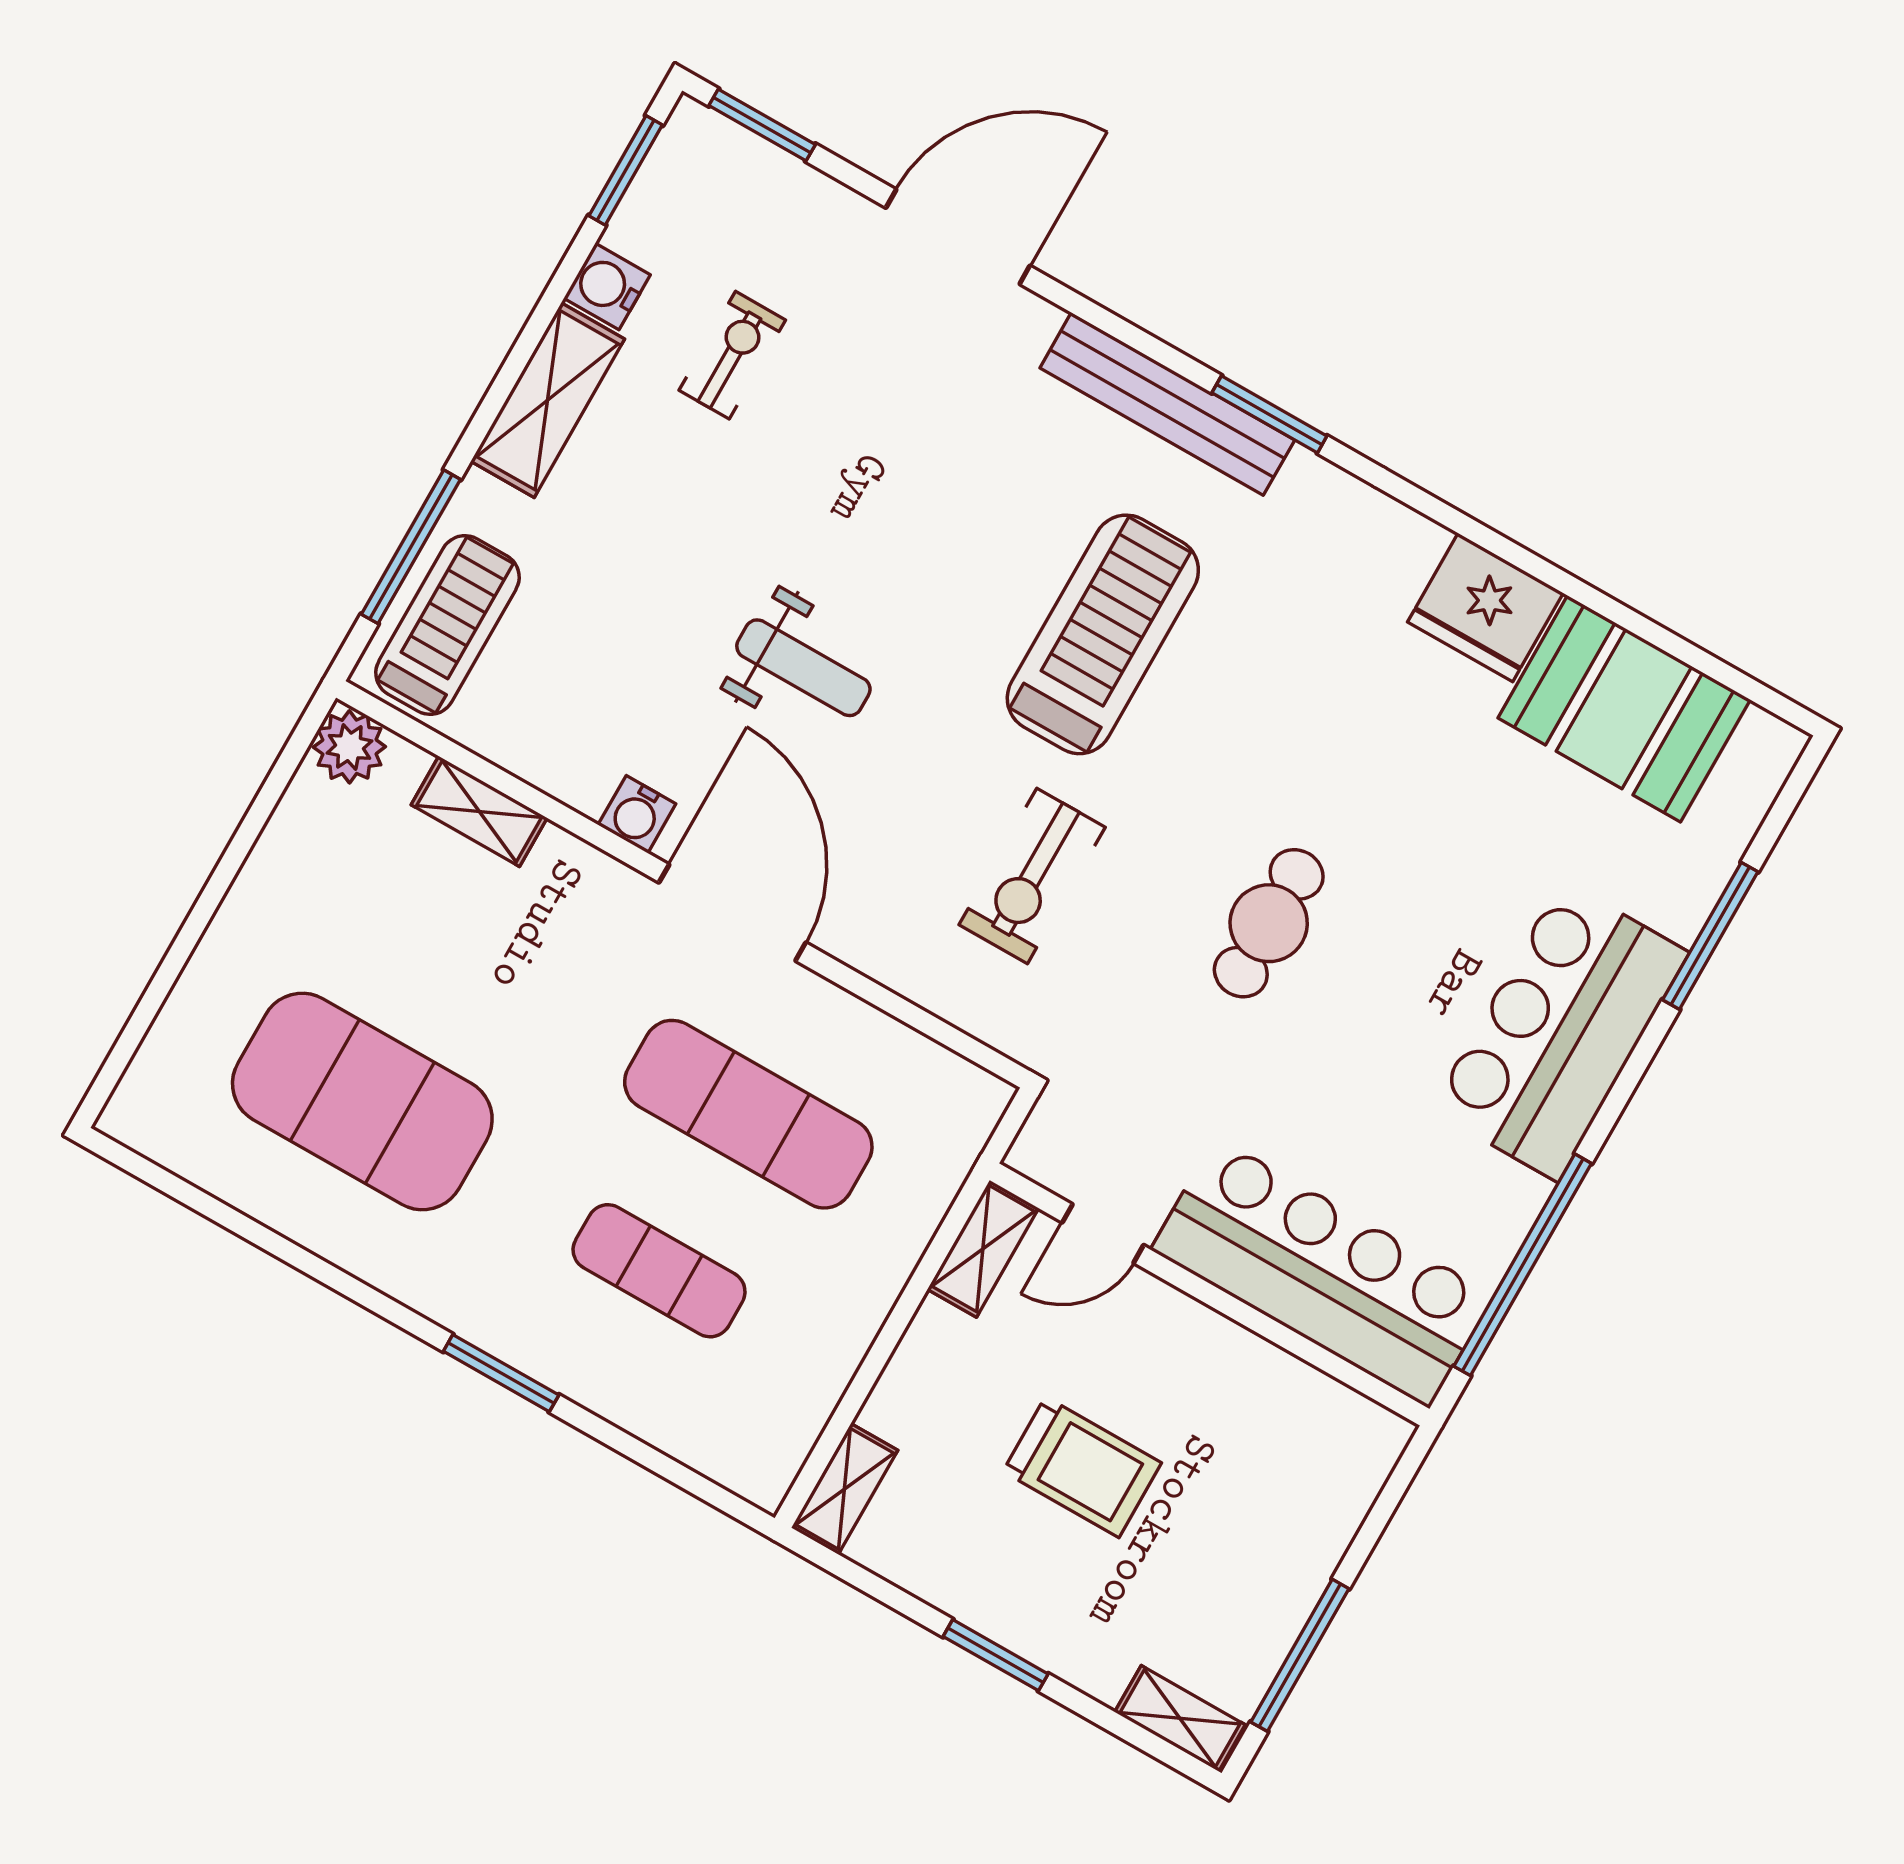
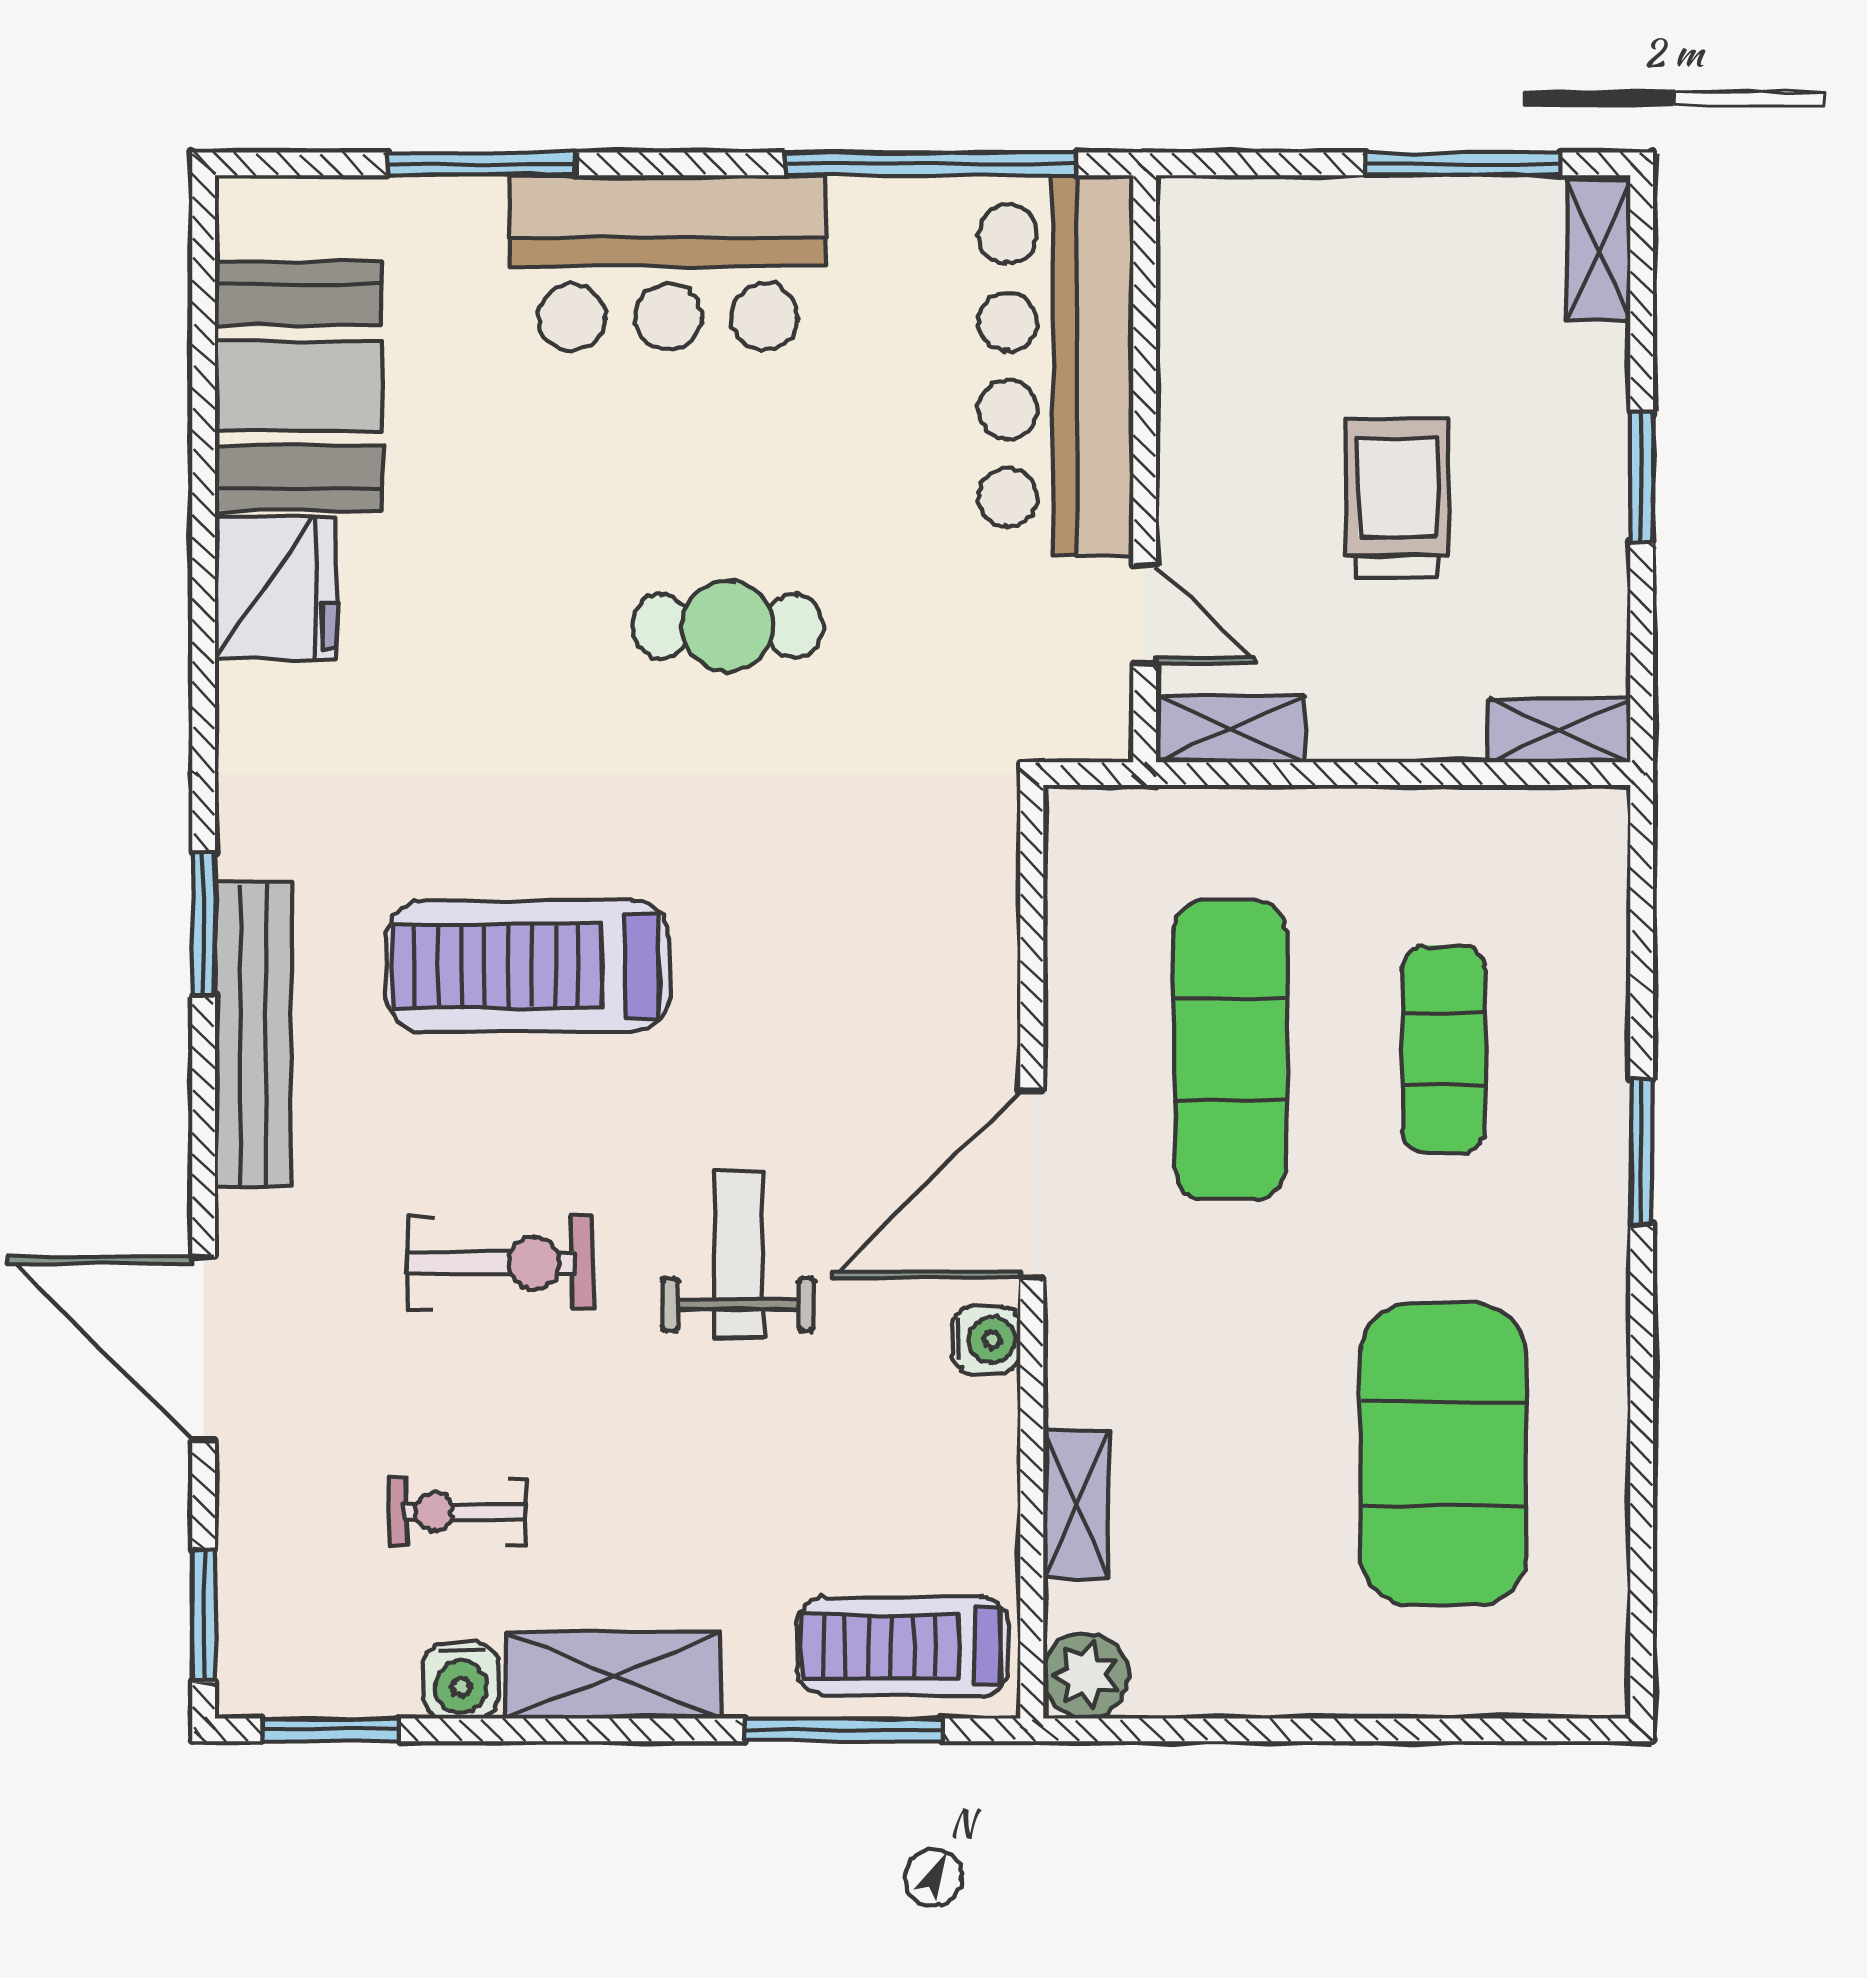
exercise bike: (1032, 876) -> (500, 1263), moved

